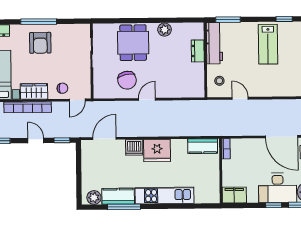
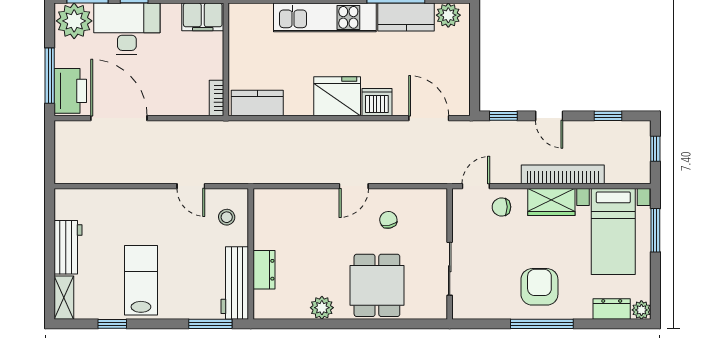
chair: (127, 80) -> (388, 220), width x0.54, depth x0.54
door: (104, 139) -> (429, 118), swing flipped

